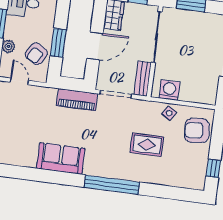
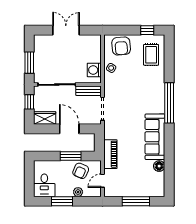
armchair: (36, 54) -> (81, 171), turned 83
piano: (77, 100) -> (110, 154), moved
rug: (147, 145) -> (151, 55), moved
sofa: (61, 158) -> (155, 137), width x1.36
floor lamp: (29, 160) -> (159, 166), added

